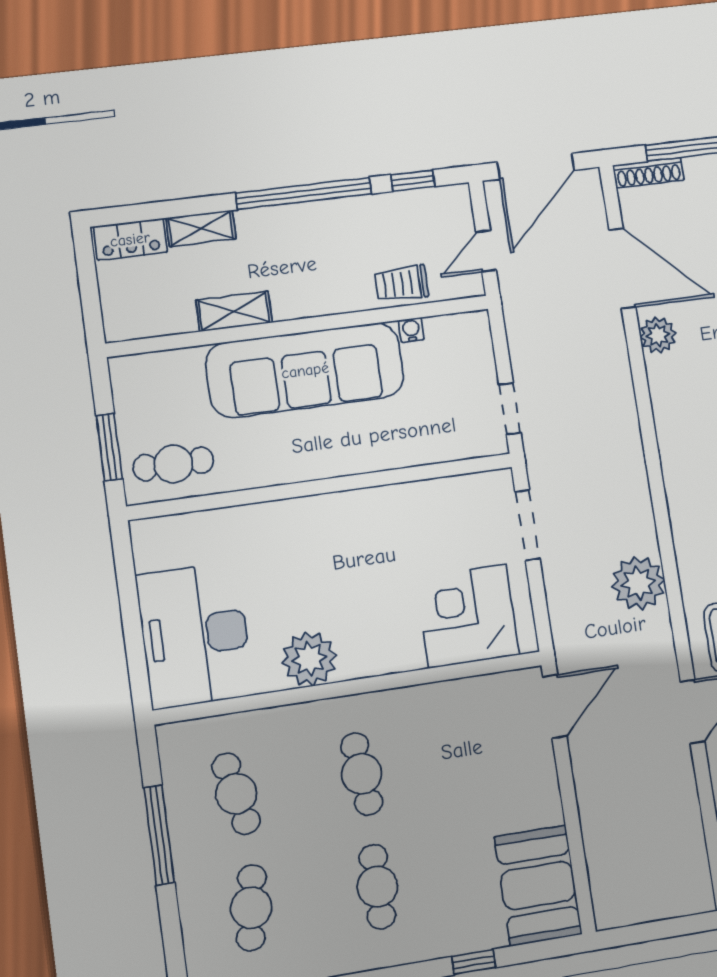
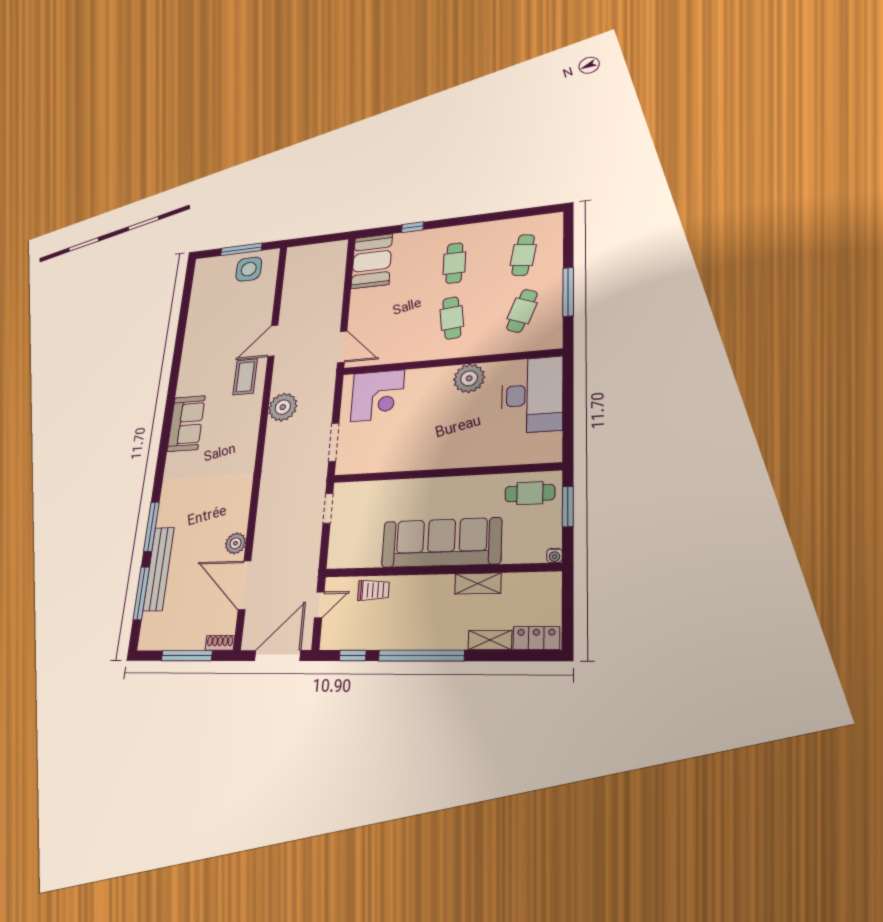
shoe rack: (648, 173) -> (220, 643), width x0.70
water cooler: (411, 330) -> (554, 555), moved
door: (555, 706) -> (342, 347), swing flipped
cafe table: (236, 794) -> (522, 311), turned 33

